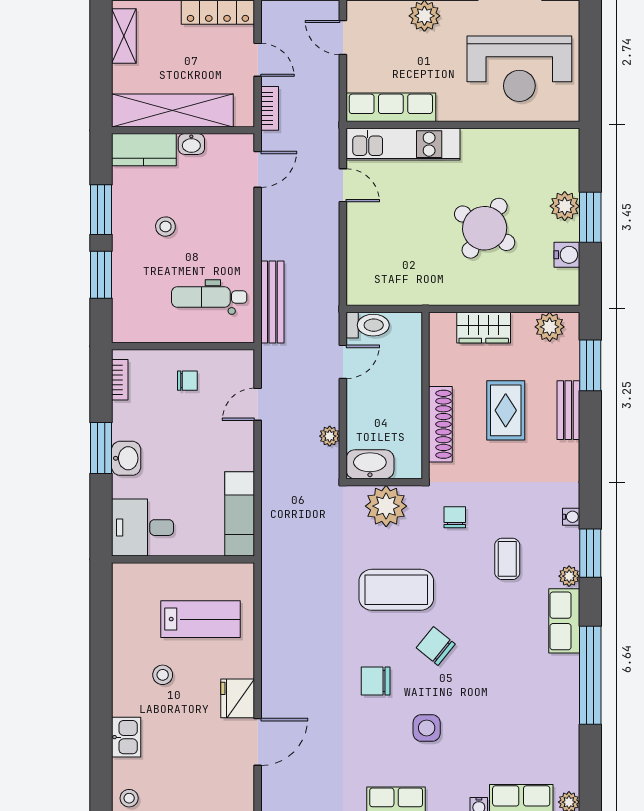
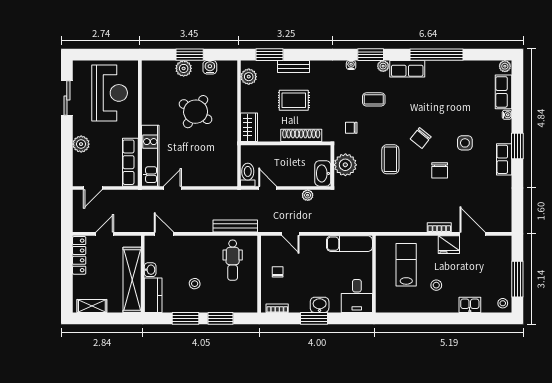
bookcase: (270, 108) -> (439, 227), moved
wardrobe: (484, 328) -> (249, 127), moved
coffee table: (396, 590) -> (390, 159), width x0.73, depth x0.76

